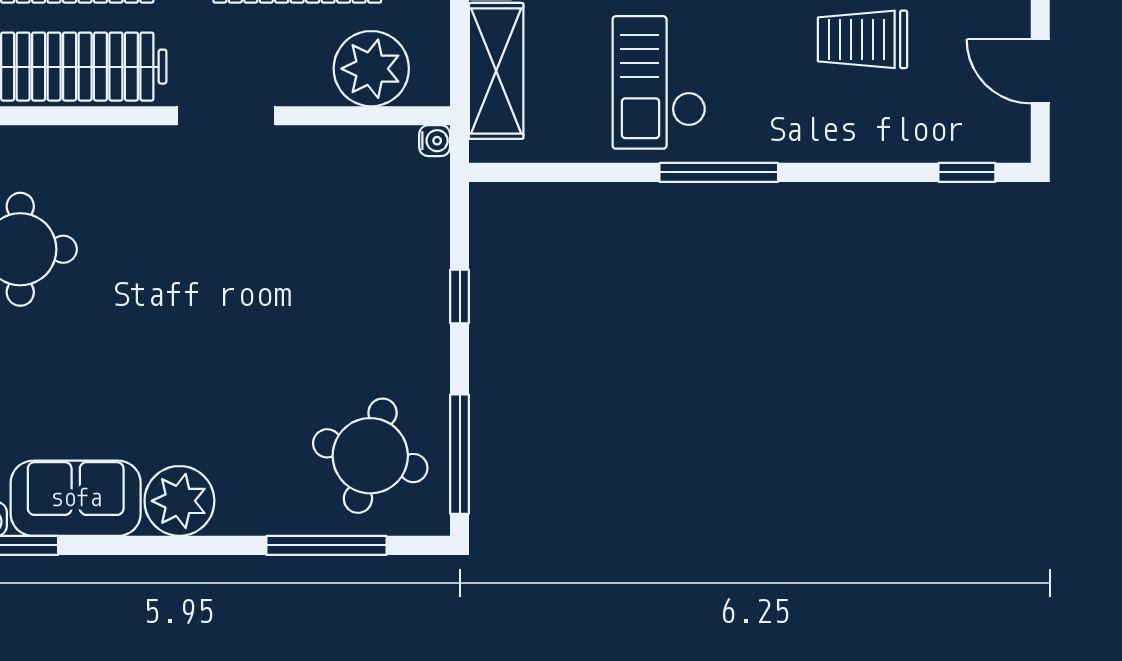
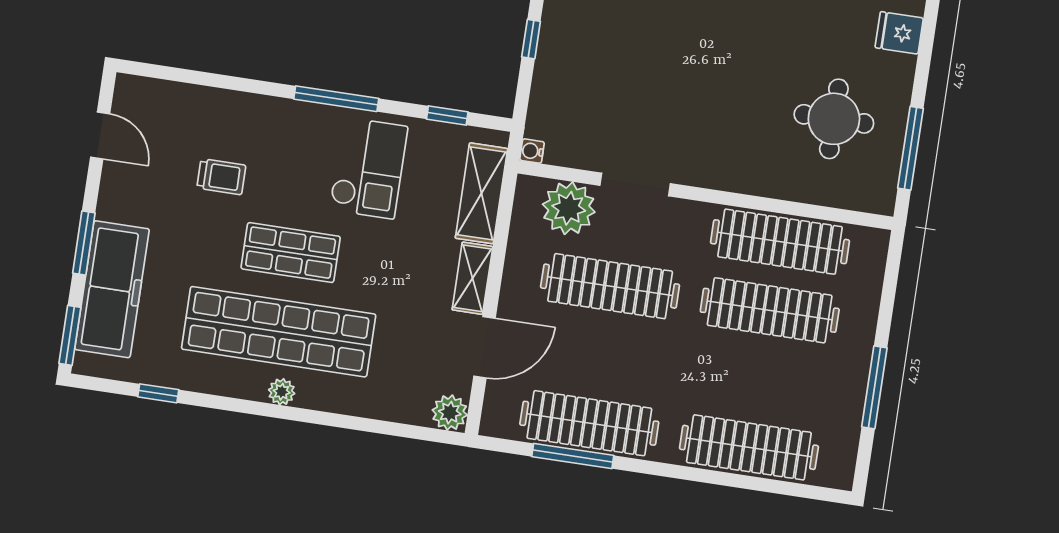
trolley: (863, 39) -> (221, 177), width x0.73, depth x0.72
doorway: (226, 116) -> (635, 185), moved
window: (967, 172) -> (447, 115), moved

